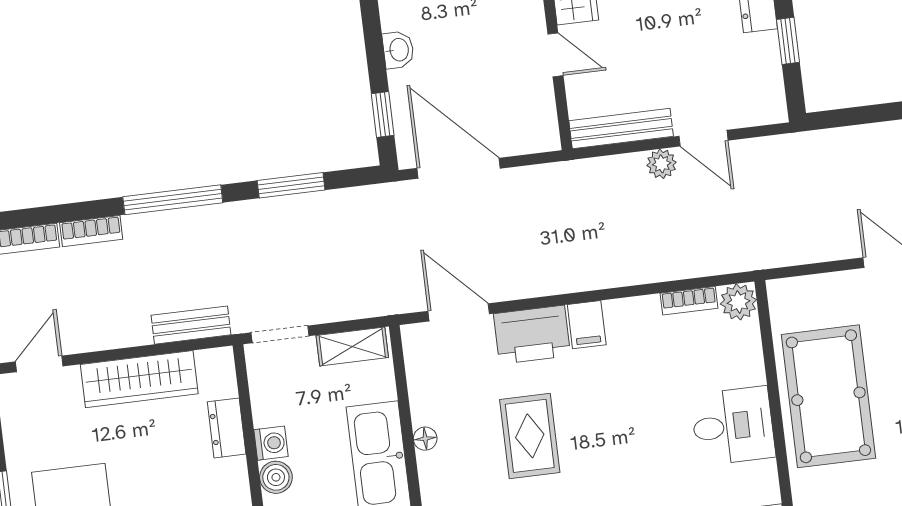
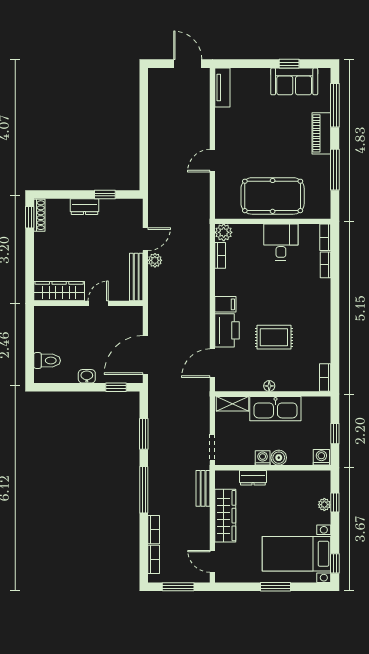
shelving: (352, 346) -> (233, 404), moved, turned 90

